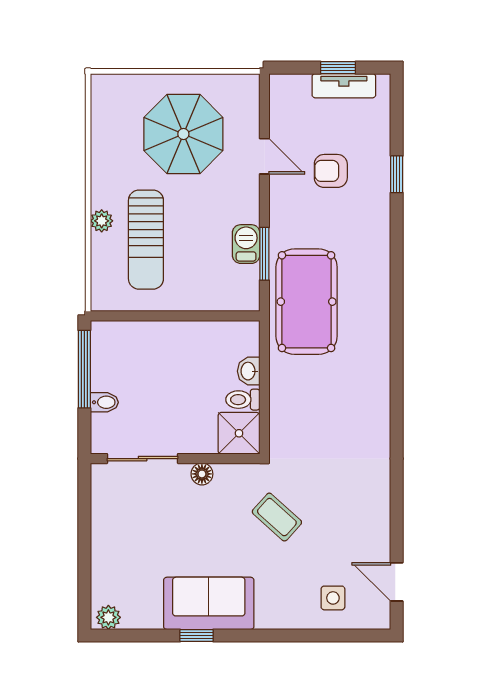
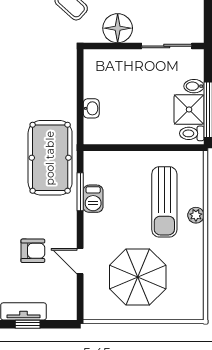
sun lounger: (146, 240) -> (164, 202), turned 180
toilet: (243, 400) -> (192, 133), moved, turned 180
shower: (239, 433) -> (189, 109), moved
floor lamp: (202, 474) -> (118, 28), width x1.89, depth x1.89

